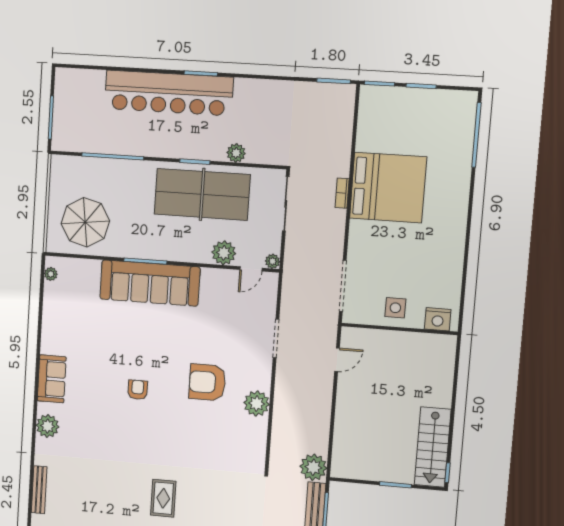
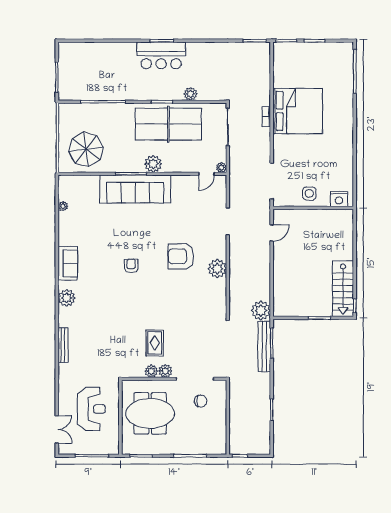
bar counter: (169, 93) -> (161, 55), width x0.54
plant: (224, 253) -> (153, 164), moved
plant: (51, 274) -> (63, 206), moved

